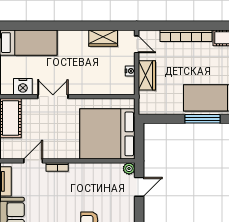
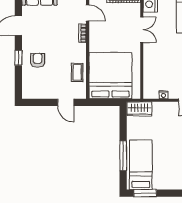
wardrobe: (147, 75) -> (139, 109), moved
plant: (129, 169) -> (81, 94), removed
coffee table: (104, 173) -> (77, 72), added

